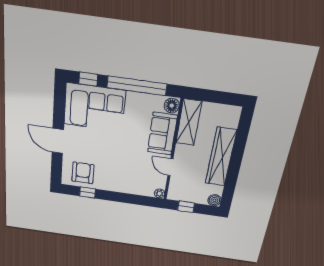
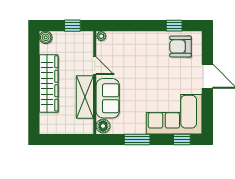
window: (137, 86) -> (137, 139), width x0.47
shelving: (189, 122) -> (85, 97), moved
armchair: (83, 173) -> (180, 46), turned 90

